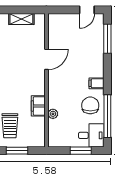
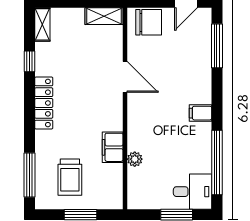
shelving: (21, 19) -> (104, 16), moved
door: (46, 59) -> (125, 77), hinge flipped
chair: (90, 105) -> (149, 22), moved, turned 90

